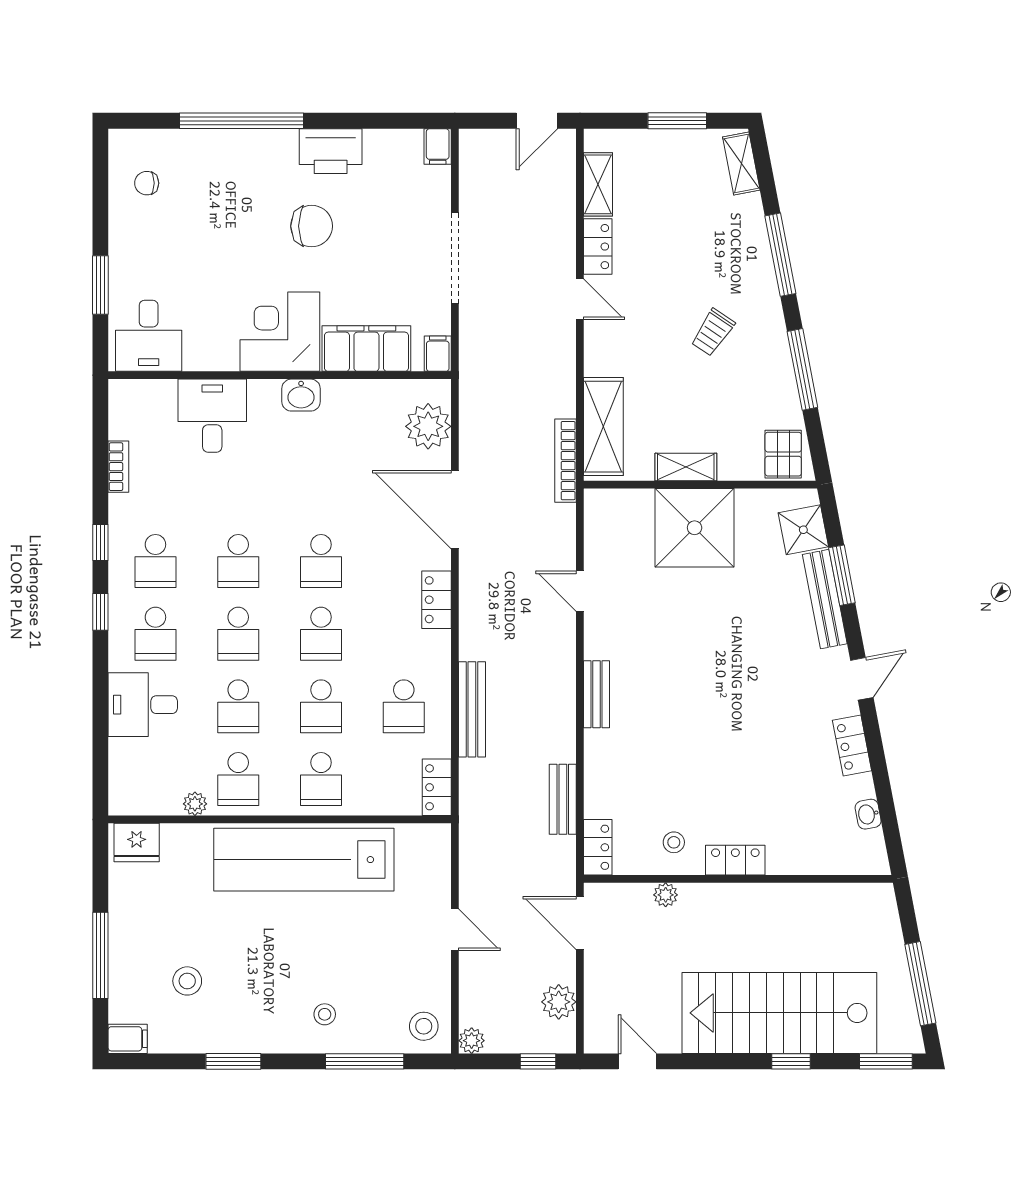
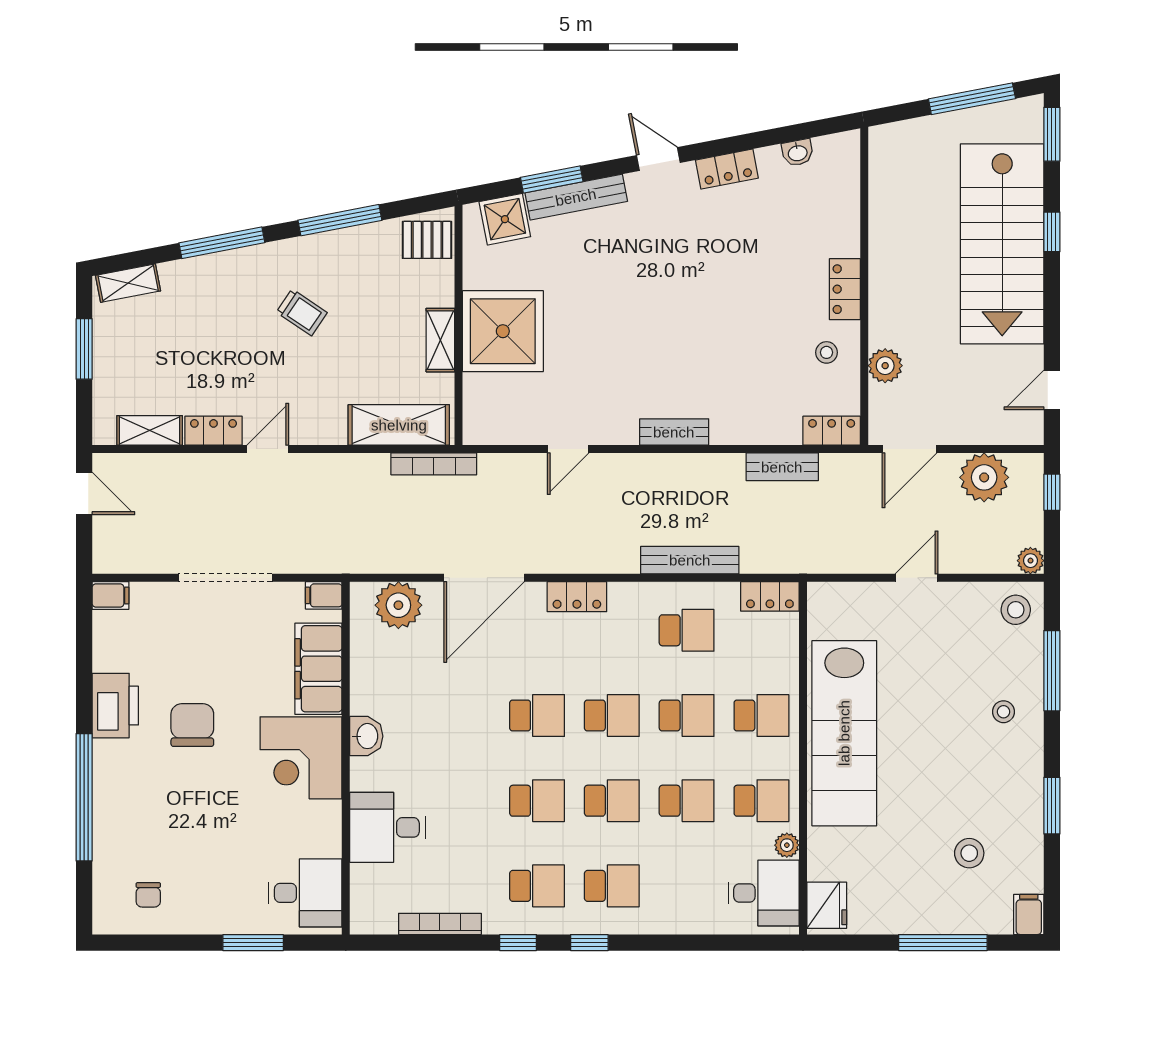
bookcase: (118, 467) -> (440, 924), width x1.56
desk: (143, 705) -> (764, 893), moved, turned -90
plant: (666, 895) -> (885, 366), width x1.38, depth x1.38
plant: (559, 1002) -> (984, 477), width x1.36, depth x1.36

